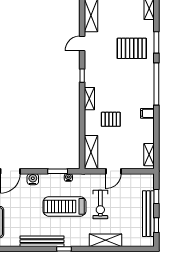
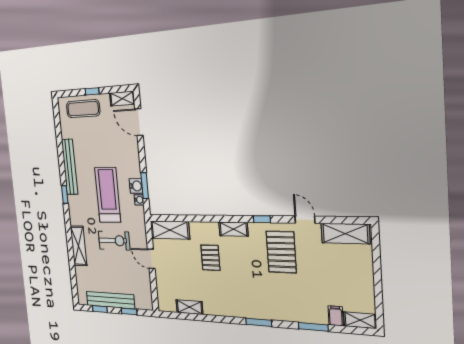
pallet: (132, 48) -> (281, 252), moved
window: (156, 84) -> (259, 322), width x0.47
filing cabinet: (147, 113) -> (336, 316), moved
shelving: (149, 155) -> (189, 307), moved
water cooler: (33, 179) -> (136, 186), moved
exercise bike: (100, 204) -> (114, 241), turned 180

